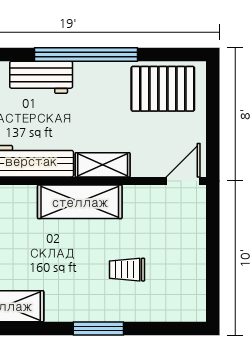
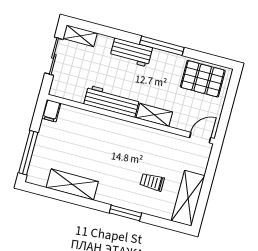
window: (86, 55) -> (162, 46), width x0.68
shelving: (80, 202) -> (188, 198), moved, turned 90

